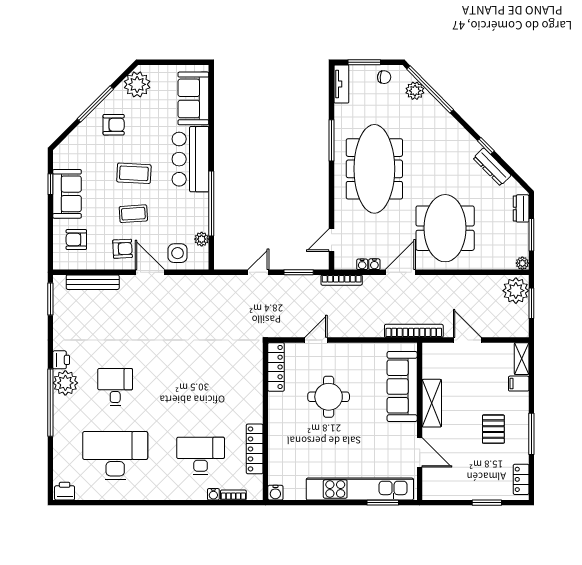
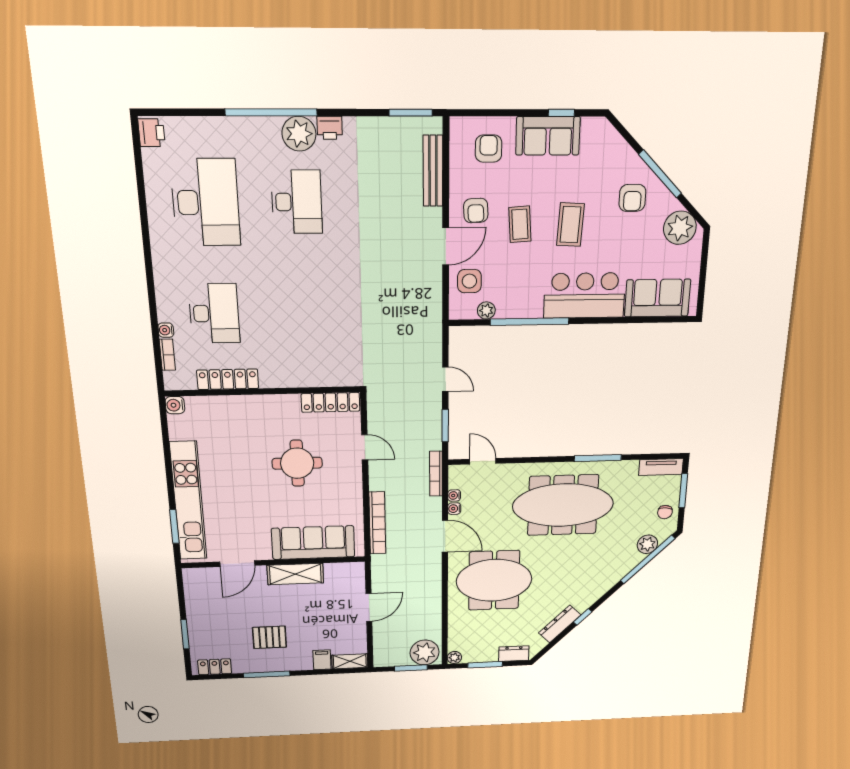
bookcase: (414, 331) -> (377, 523), moved
desk: (115, 387) -> (297, 202), width x1.37

